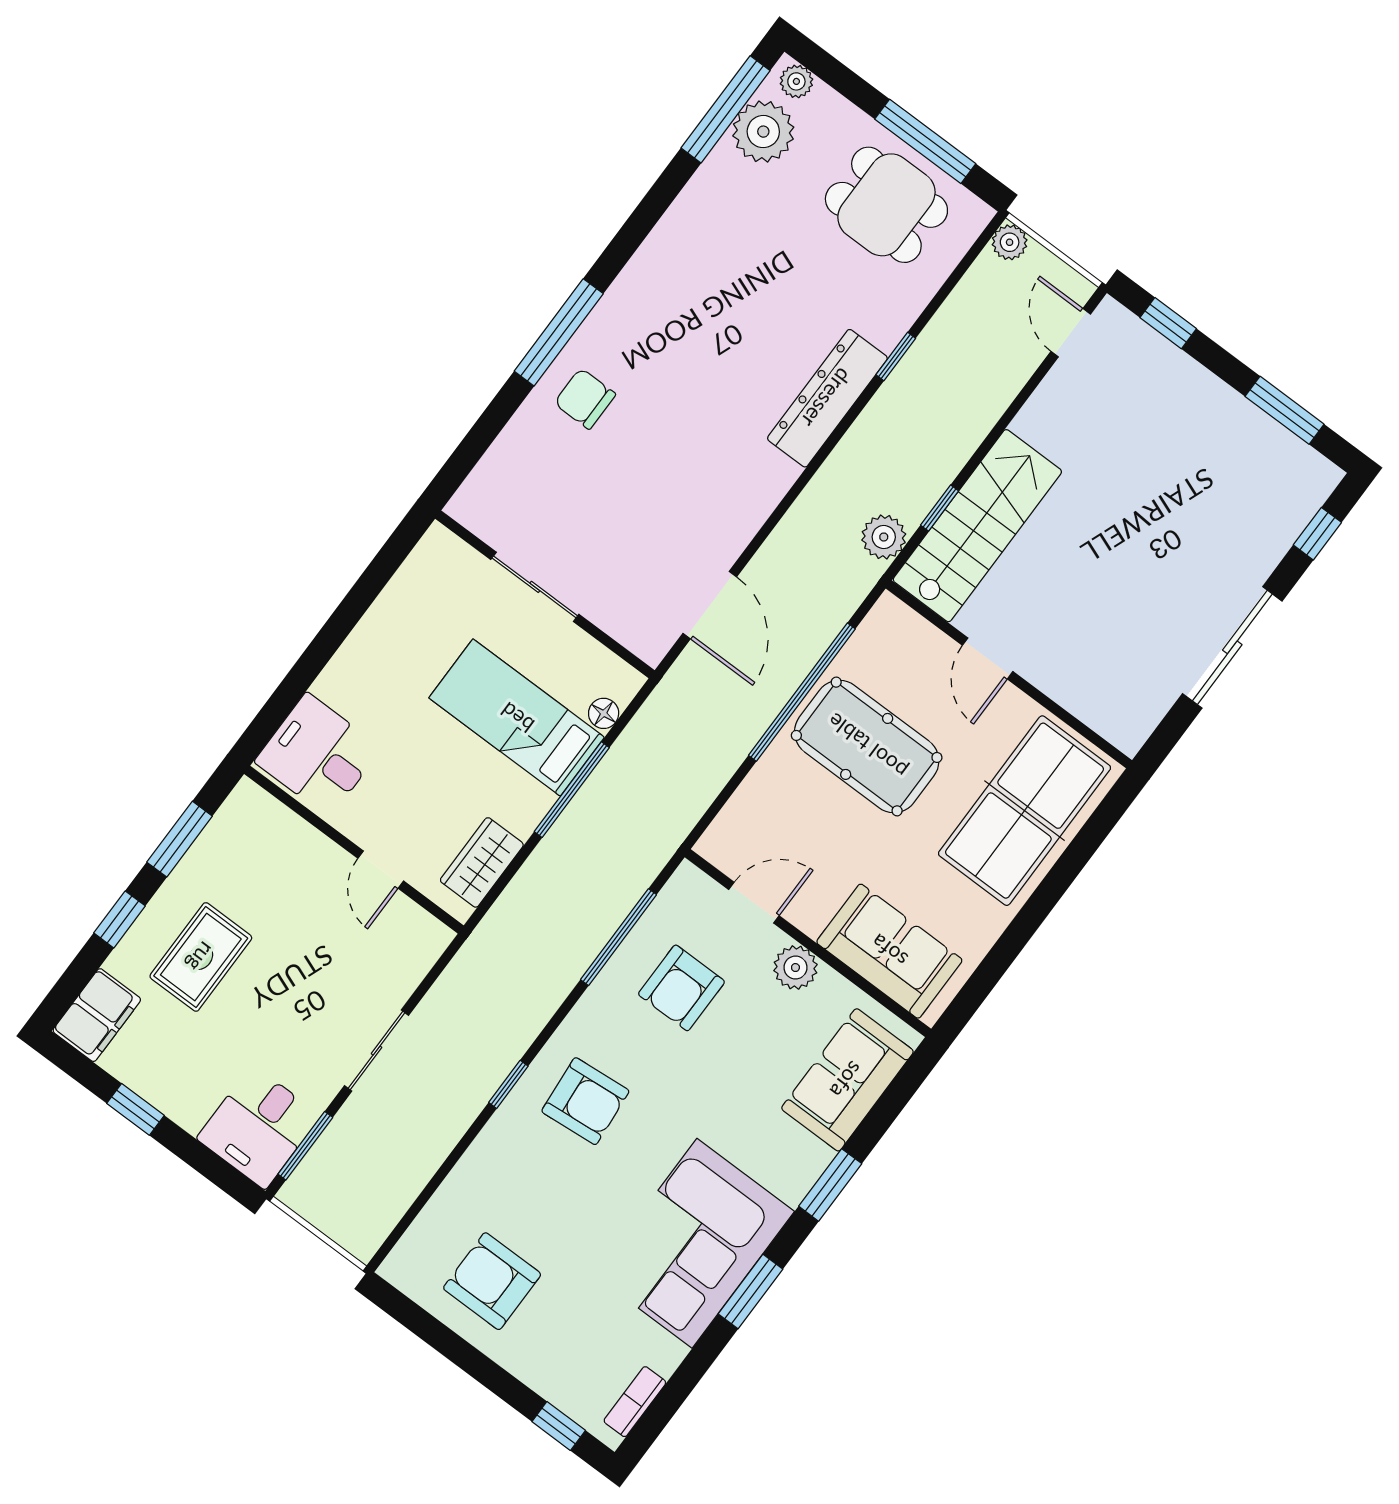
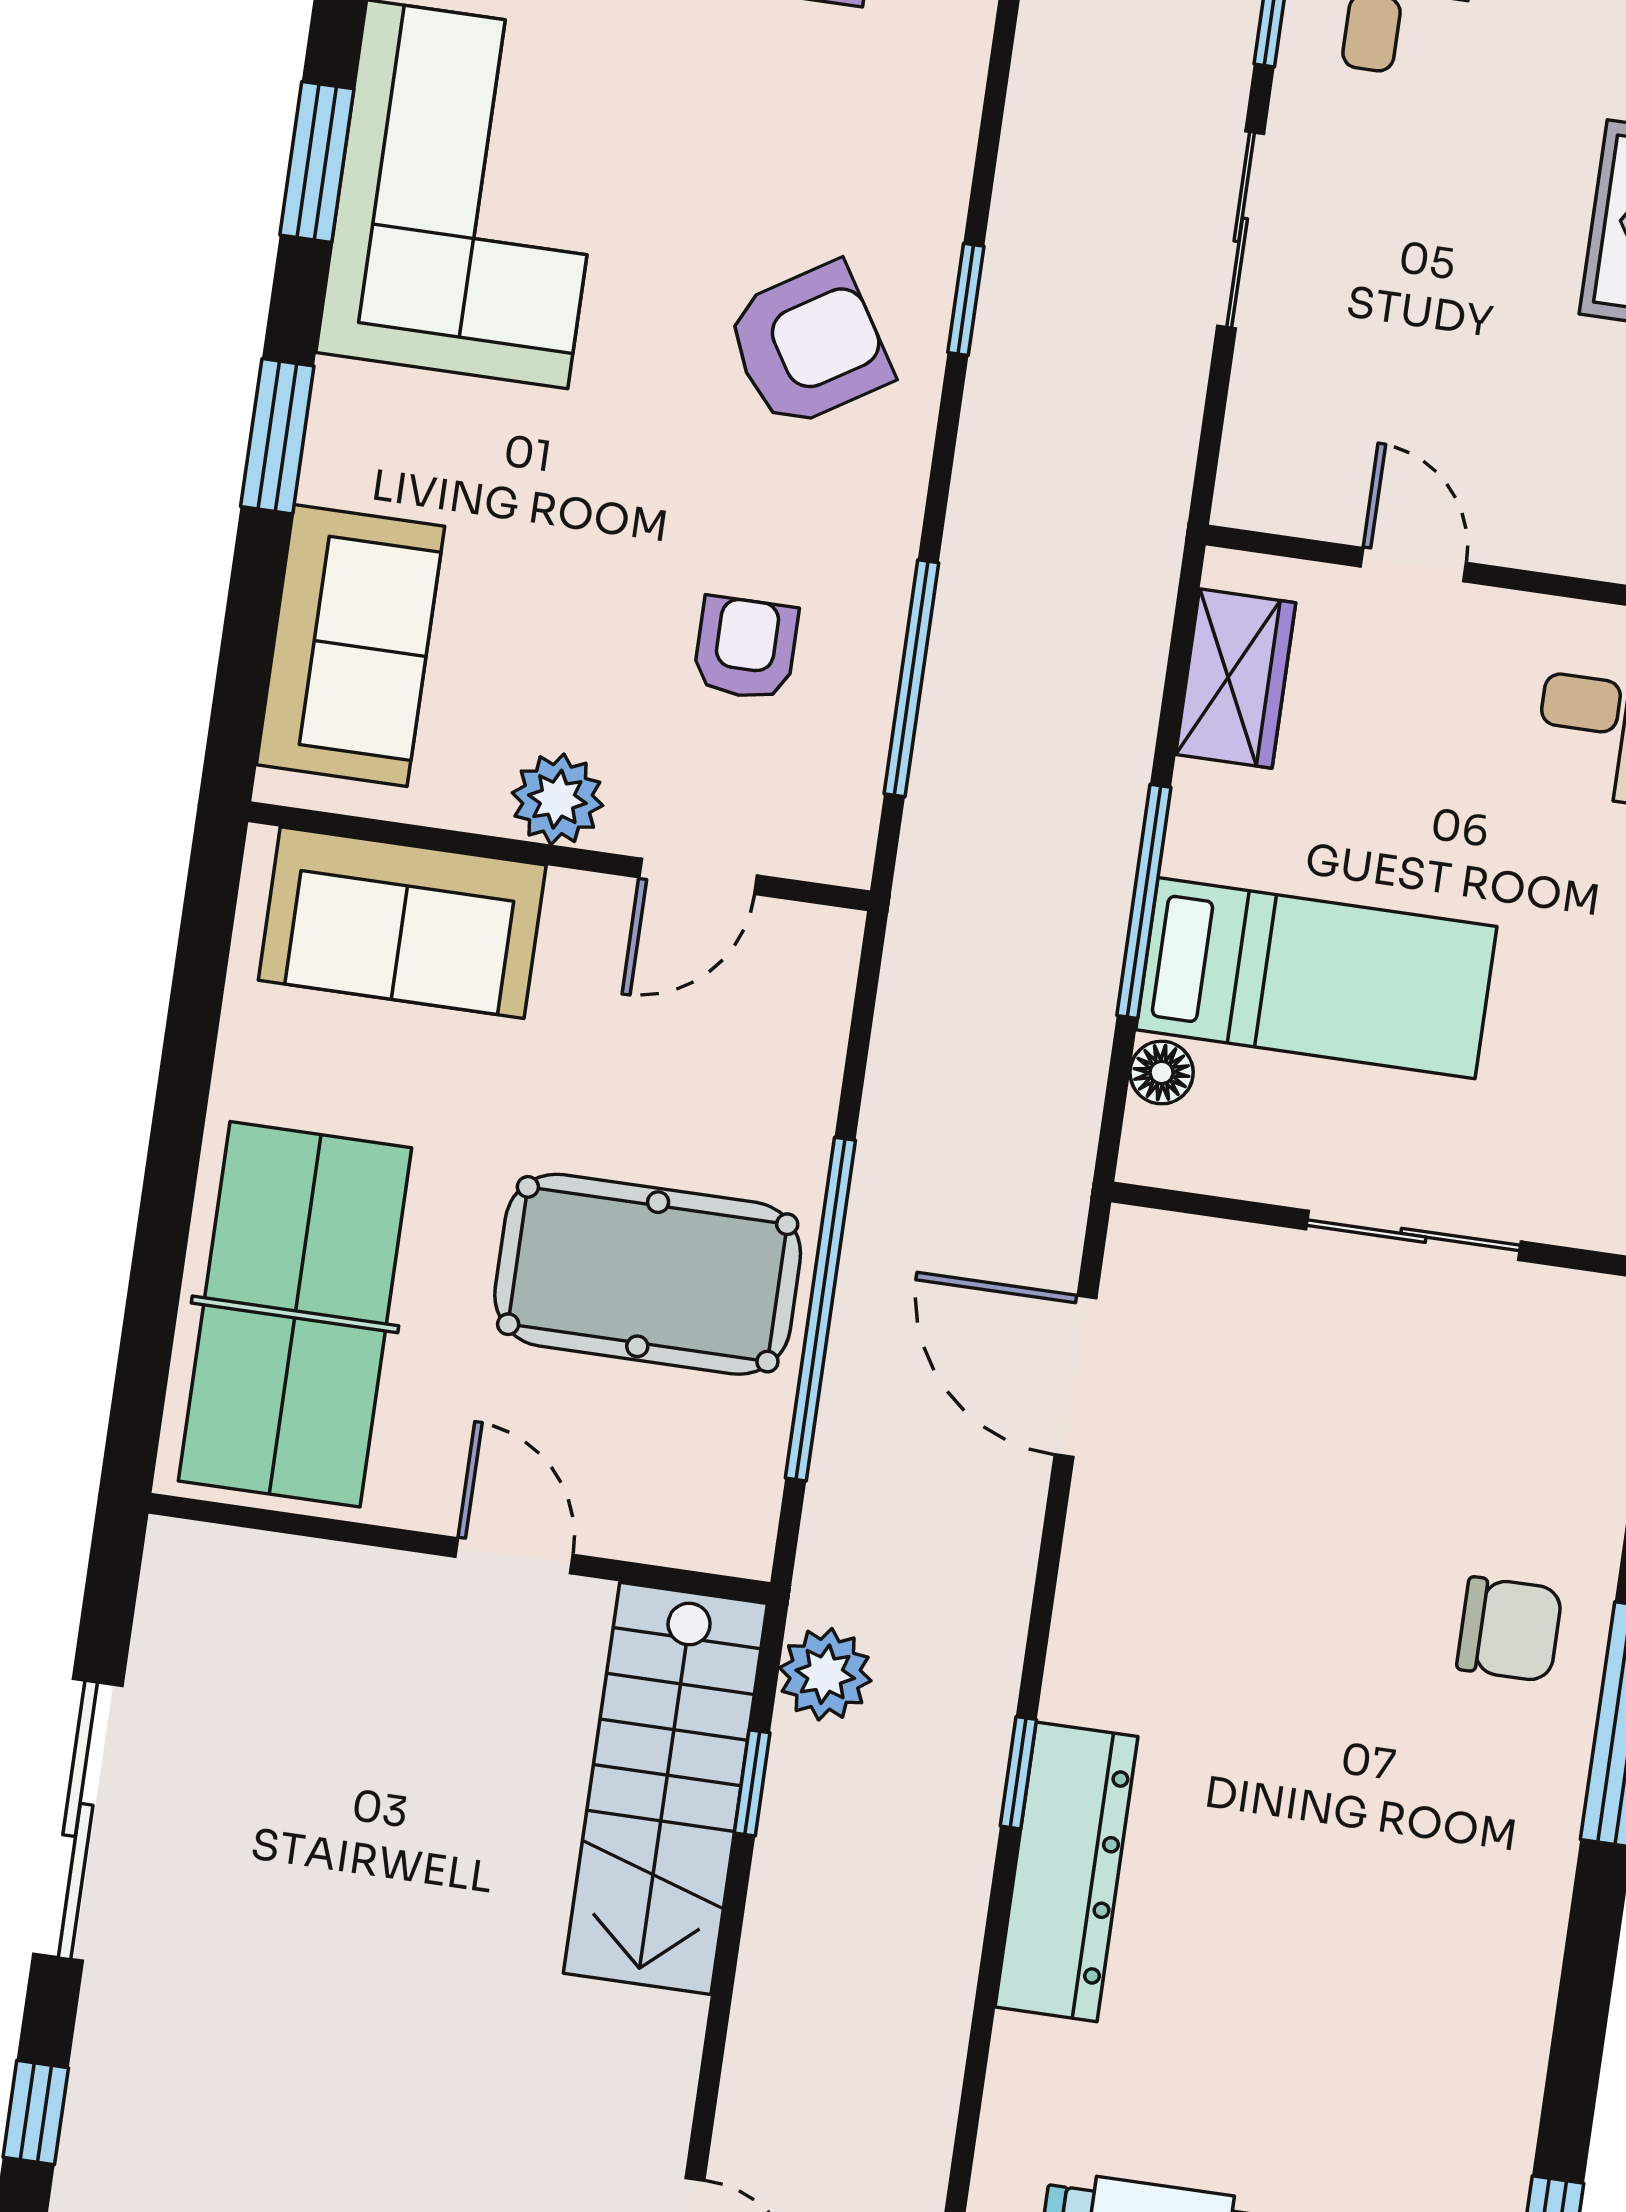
window: (896, 357) -> (1018, 1773), moved
armchair: (681, 988) -> (746, 648), width x0.72, depth x0.72
armchair: (585, 1101) -> (808, 345), turned 153

